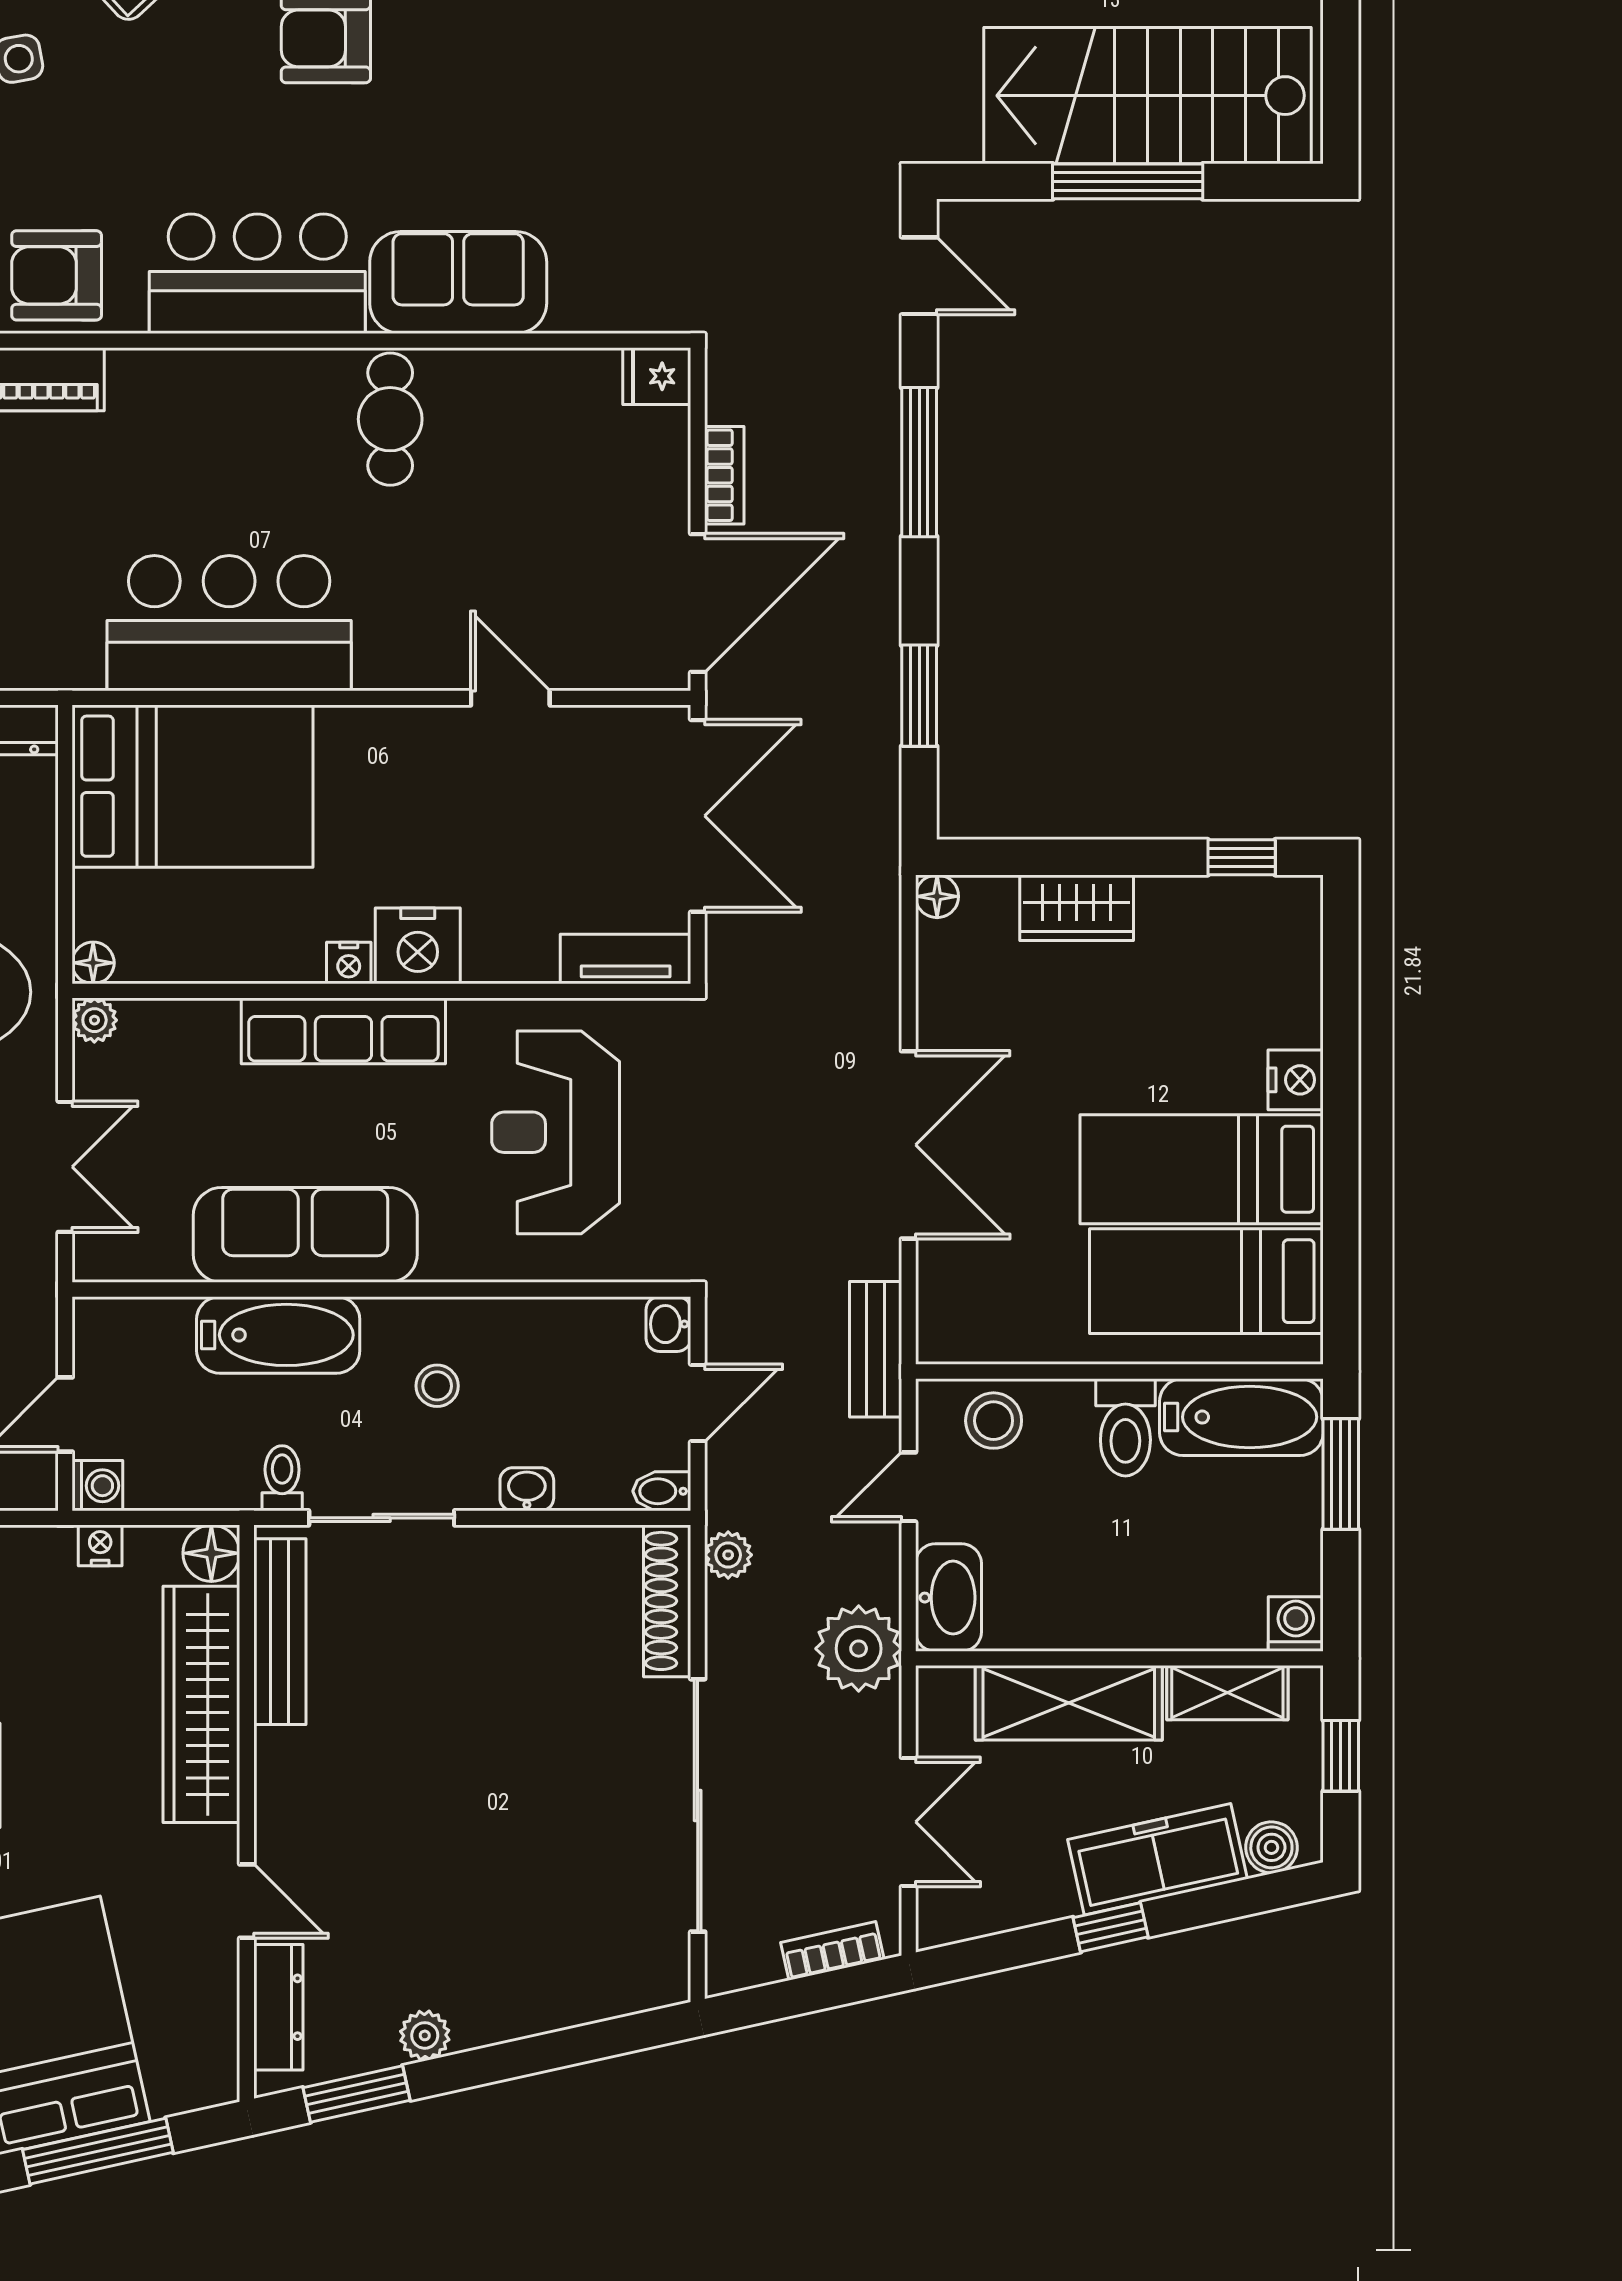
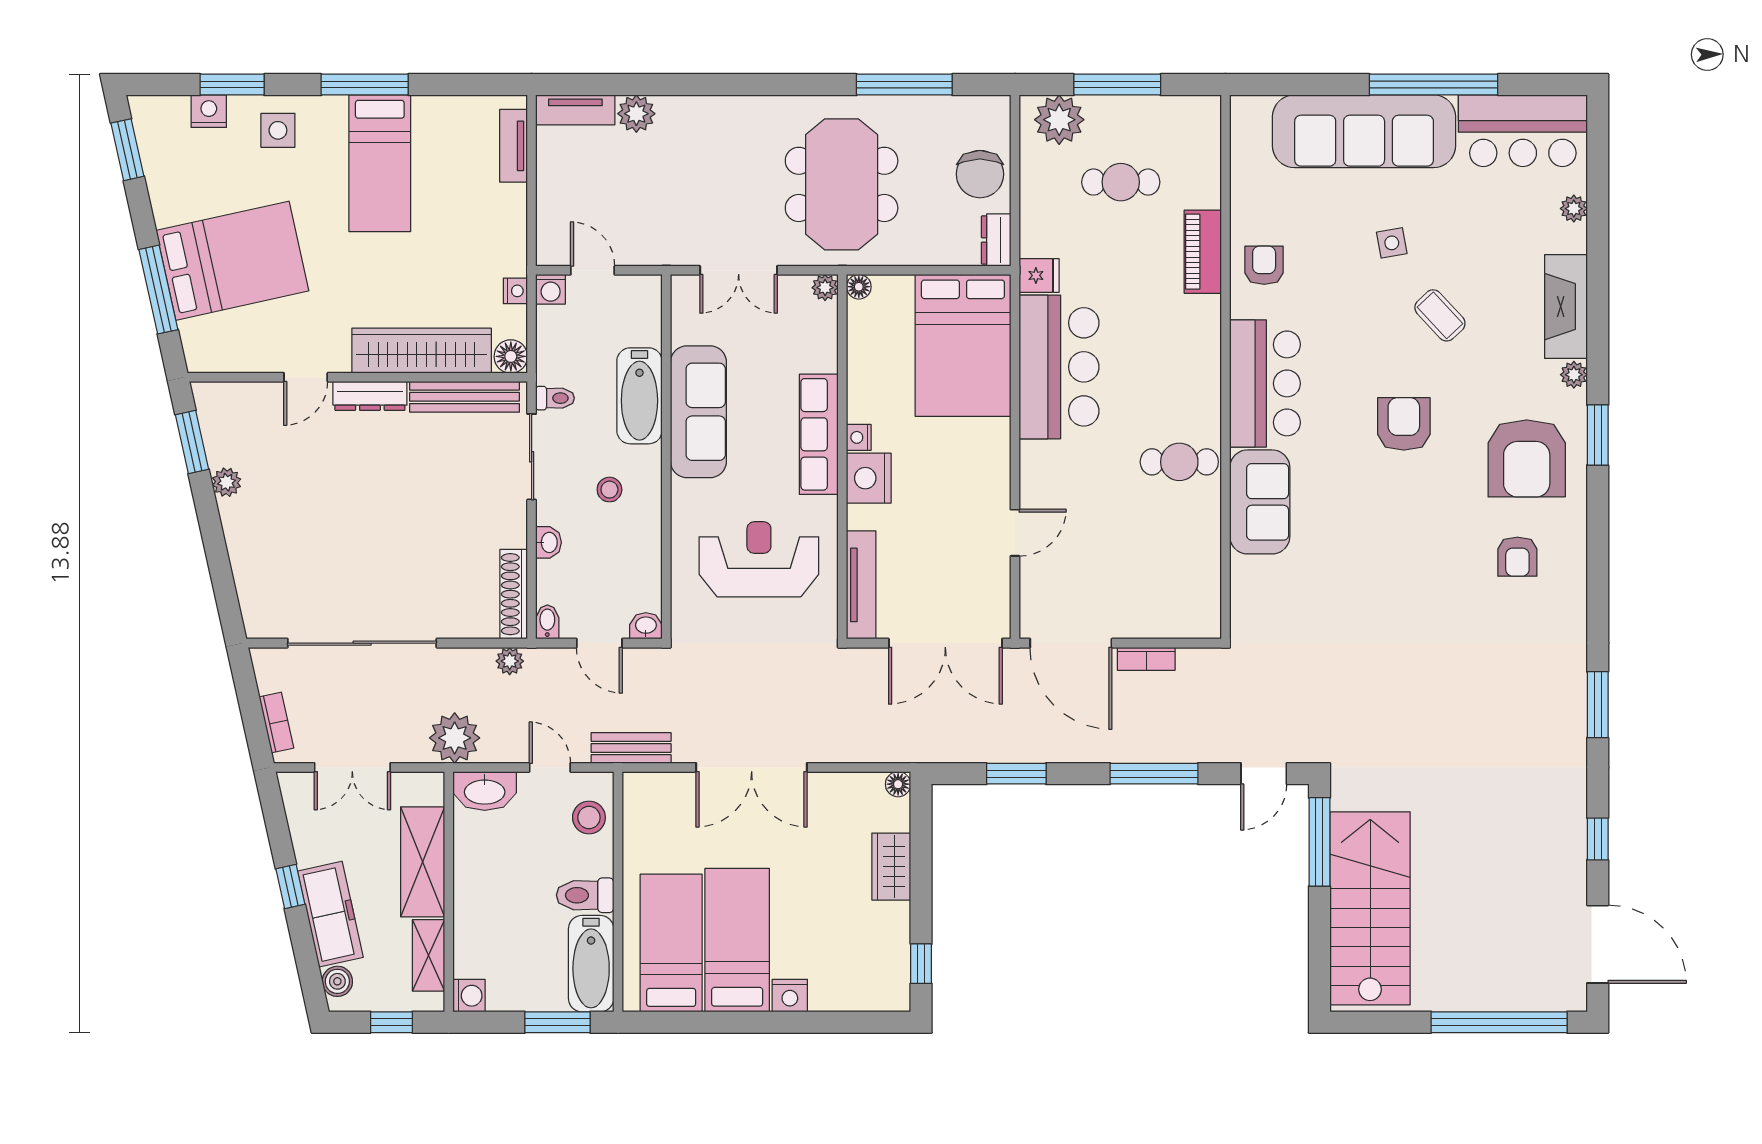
window: (1128, 181) -> (1319, 842), moved
armchair: (57, 275) -> (1264, 265), width x0.72, depth x0.72
fridge: (657, 376) -> (1039, 275), moved, turned 90
tv unit: (626, 959) -> (861, 585), width x1.41
shoe rack: (667, 1601) -> (514, 594), moved, turned -90
dresser: (278, 2007) -> (370, 396), moved

